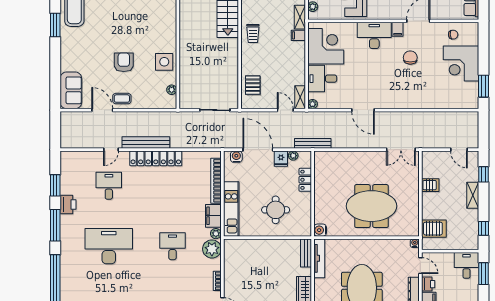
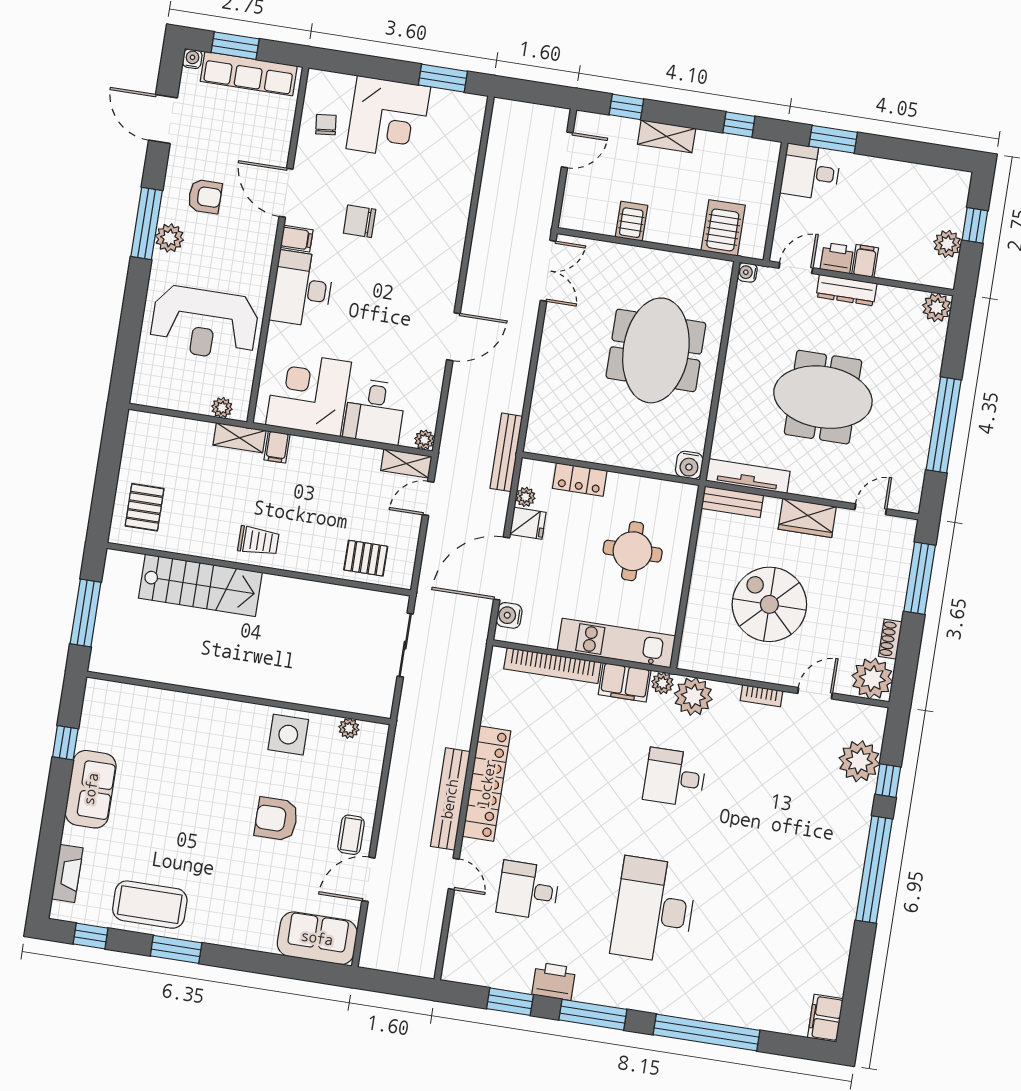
spiral stairs: (261, 278) -> (769, 604), added

